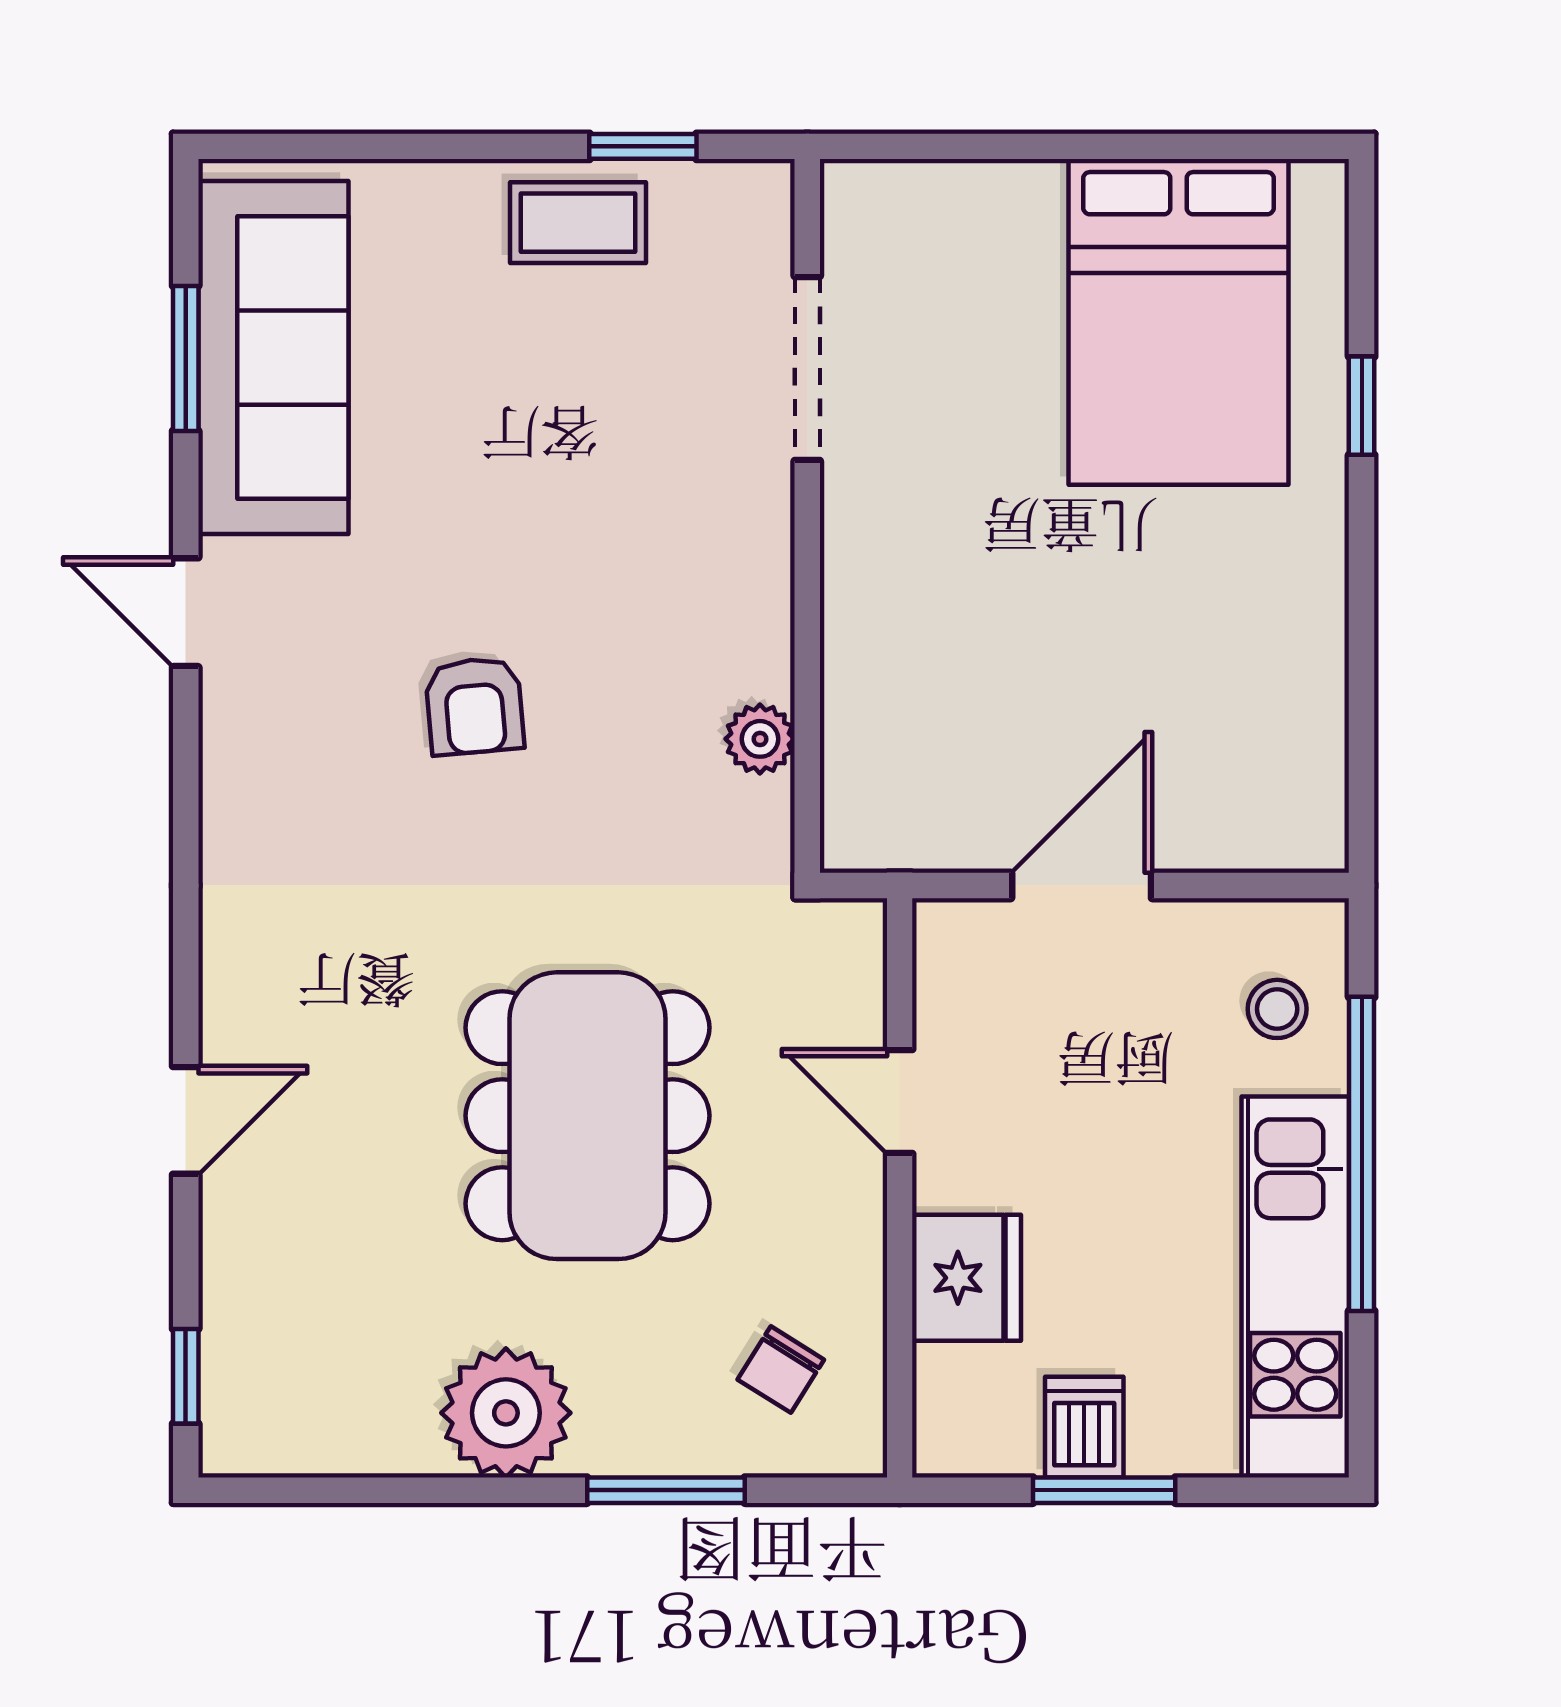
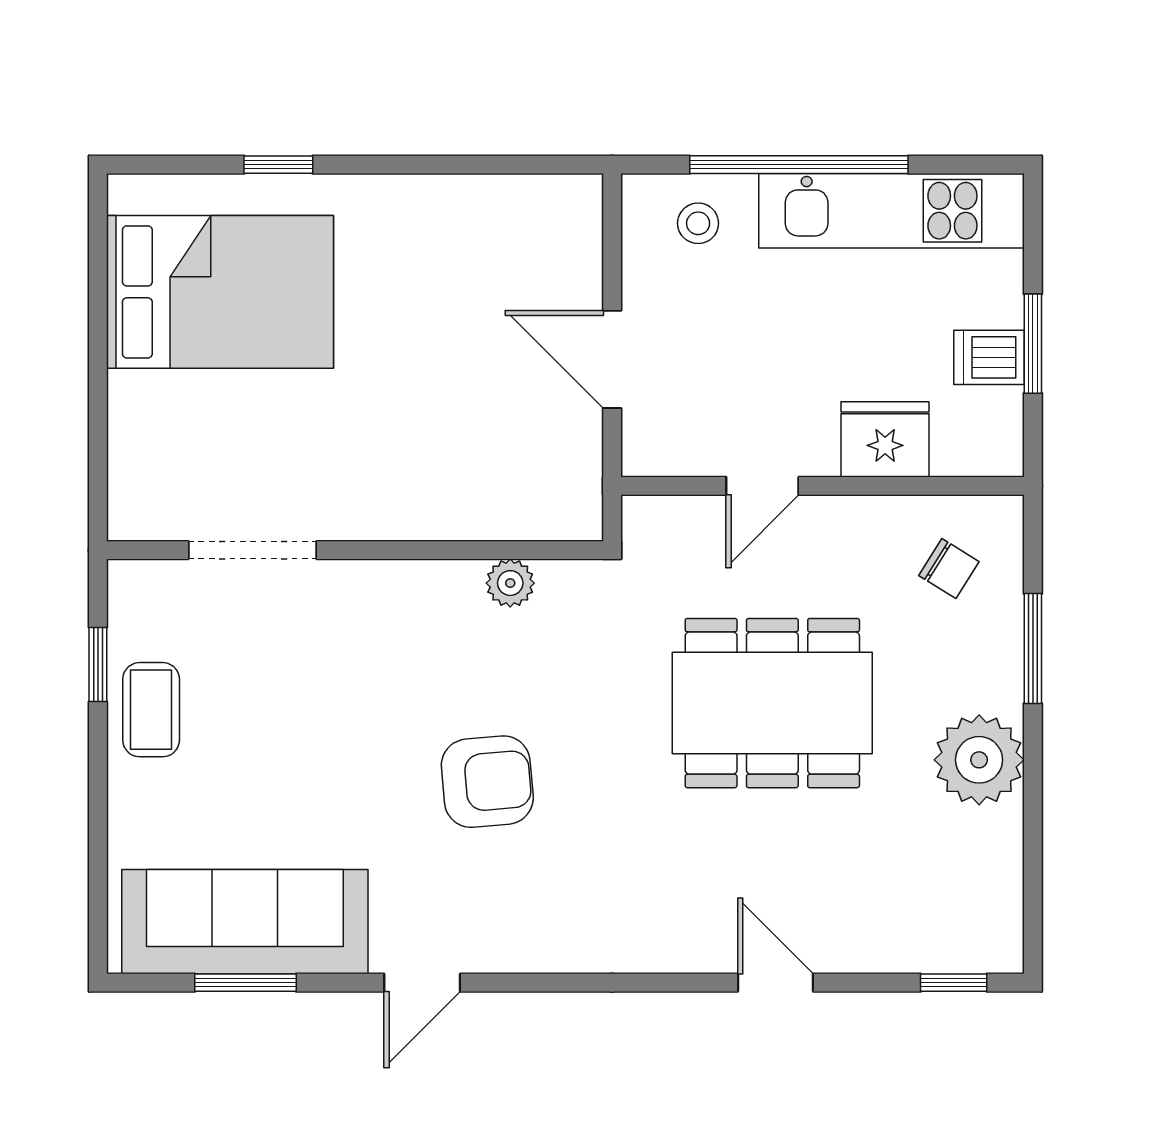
armchair: (475, 706) -> (487, 782), width x1.38, depth x1.38

